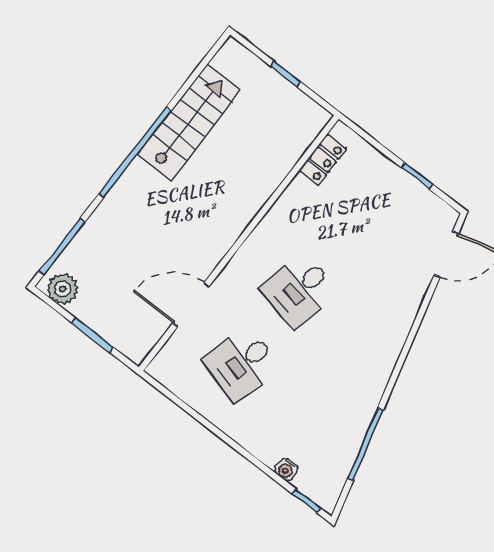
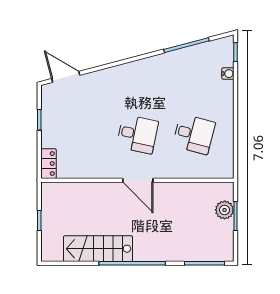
locker: (323, 160) -> (48, 164), moved, turned 90
plant: (63, 289) -> (225, 210), moved
door: (191, 305) -> (138, 180), moved

